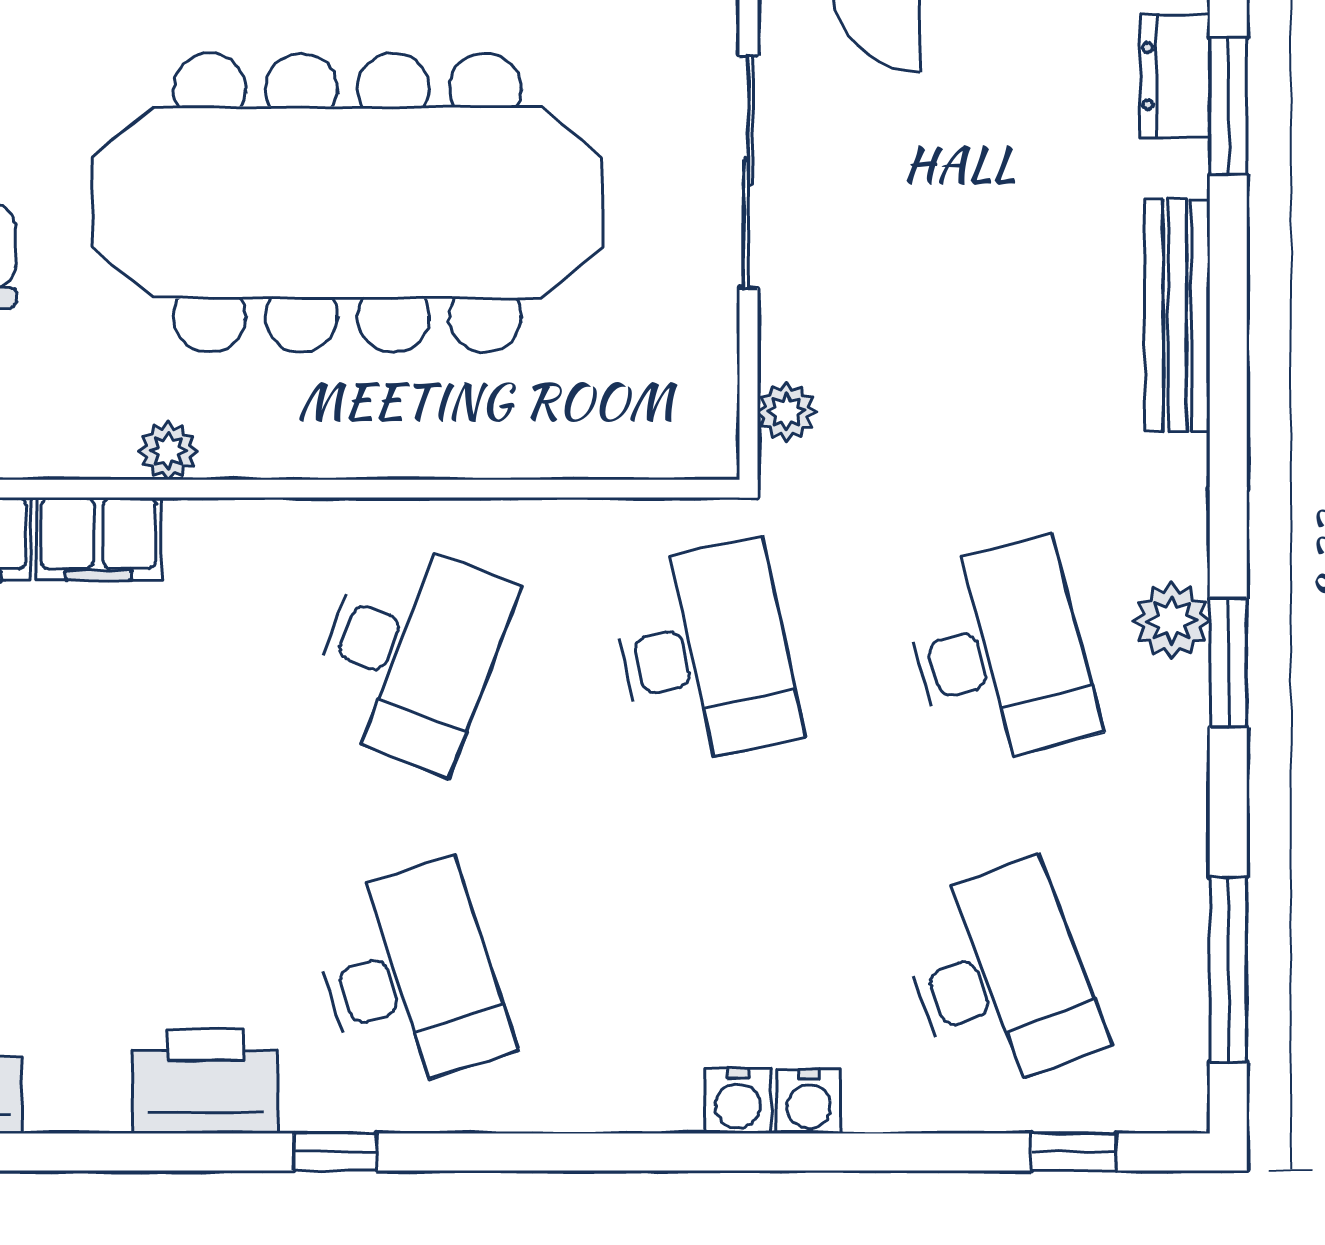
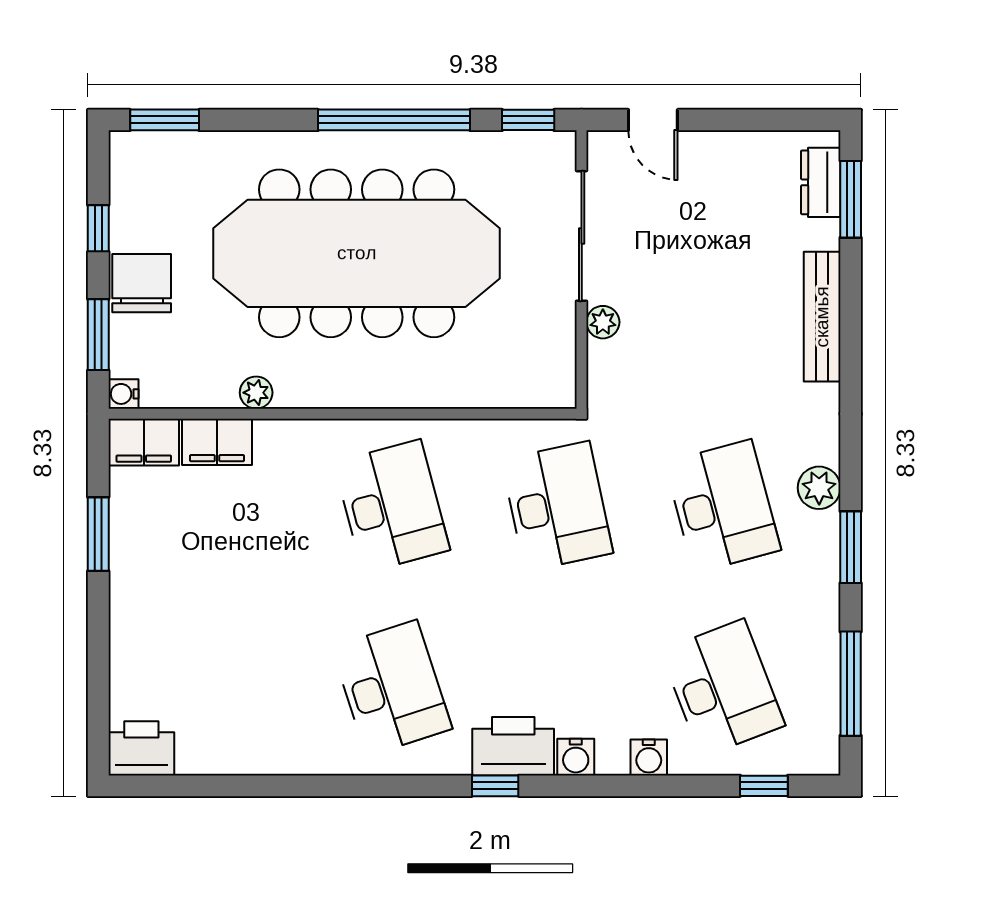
plant: (786, 412) -> (603, 322), moved
desk: (410, 653) -> (392, 506), turned -36
window: (1228, 663) -> (851, 547), moved
printer: (205, 1081) -> (513, 746), moved
water cooler: (809, 1101) -> (649, 757), moved
window: (335, 1152) -> (495, 786), moved

